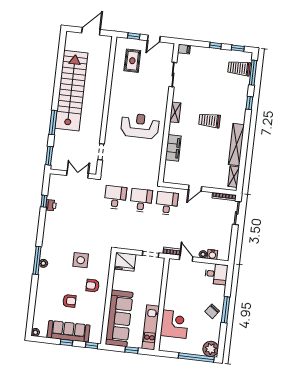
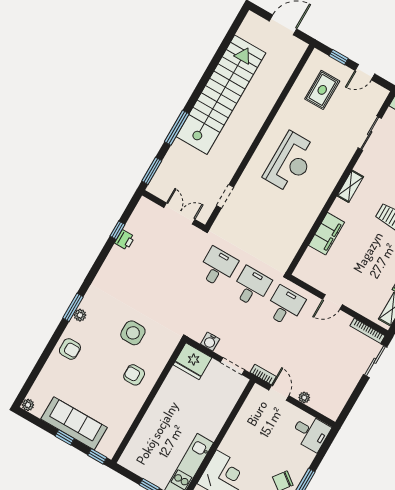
reception desk: (140, 126) -> (291, 162), moved, turned 90
water cooler: (212, 254) -> (210, 342), moved
window: (37, 260) -> (73, 307), width x0.69
armchair: (69, 301) -> (70, 349), moved
sofa: (119, 318) -> (151, 436), removed

